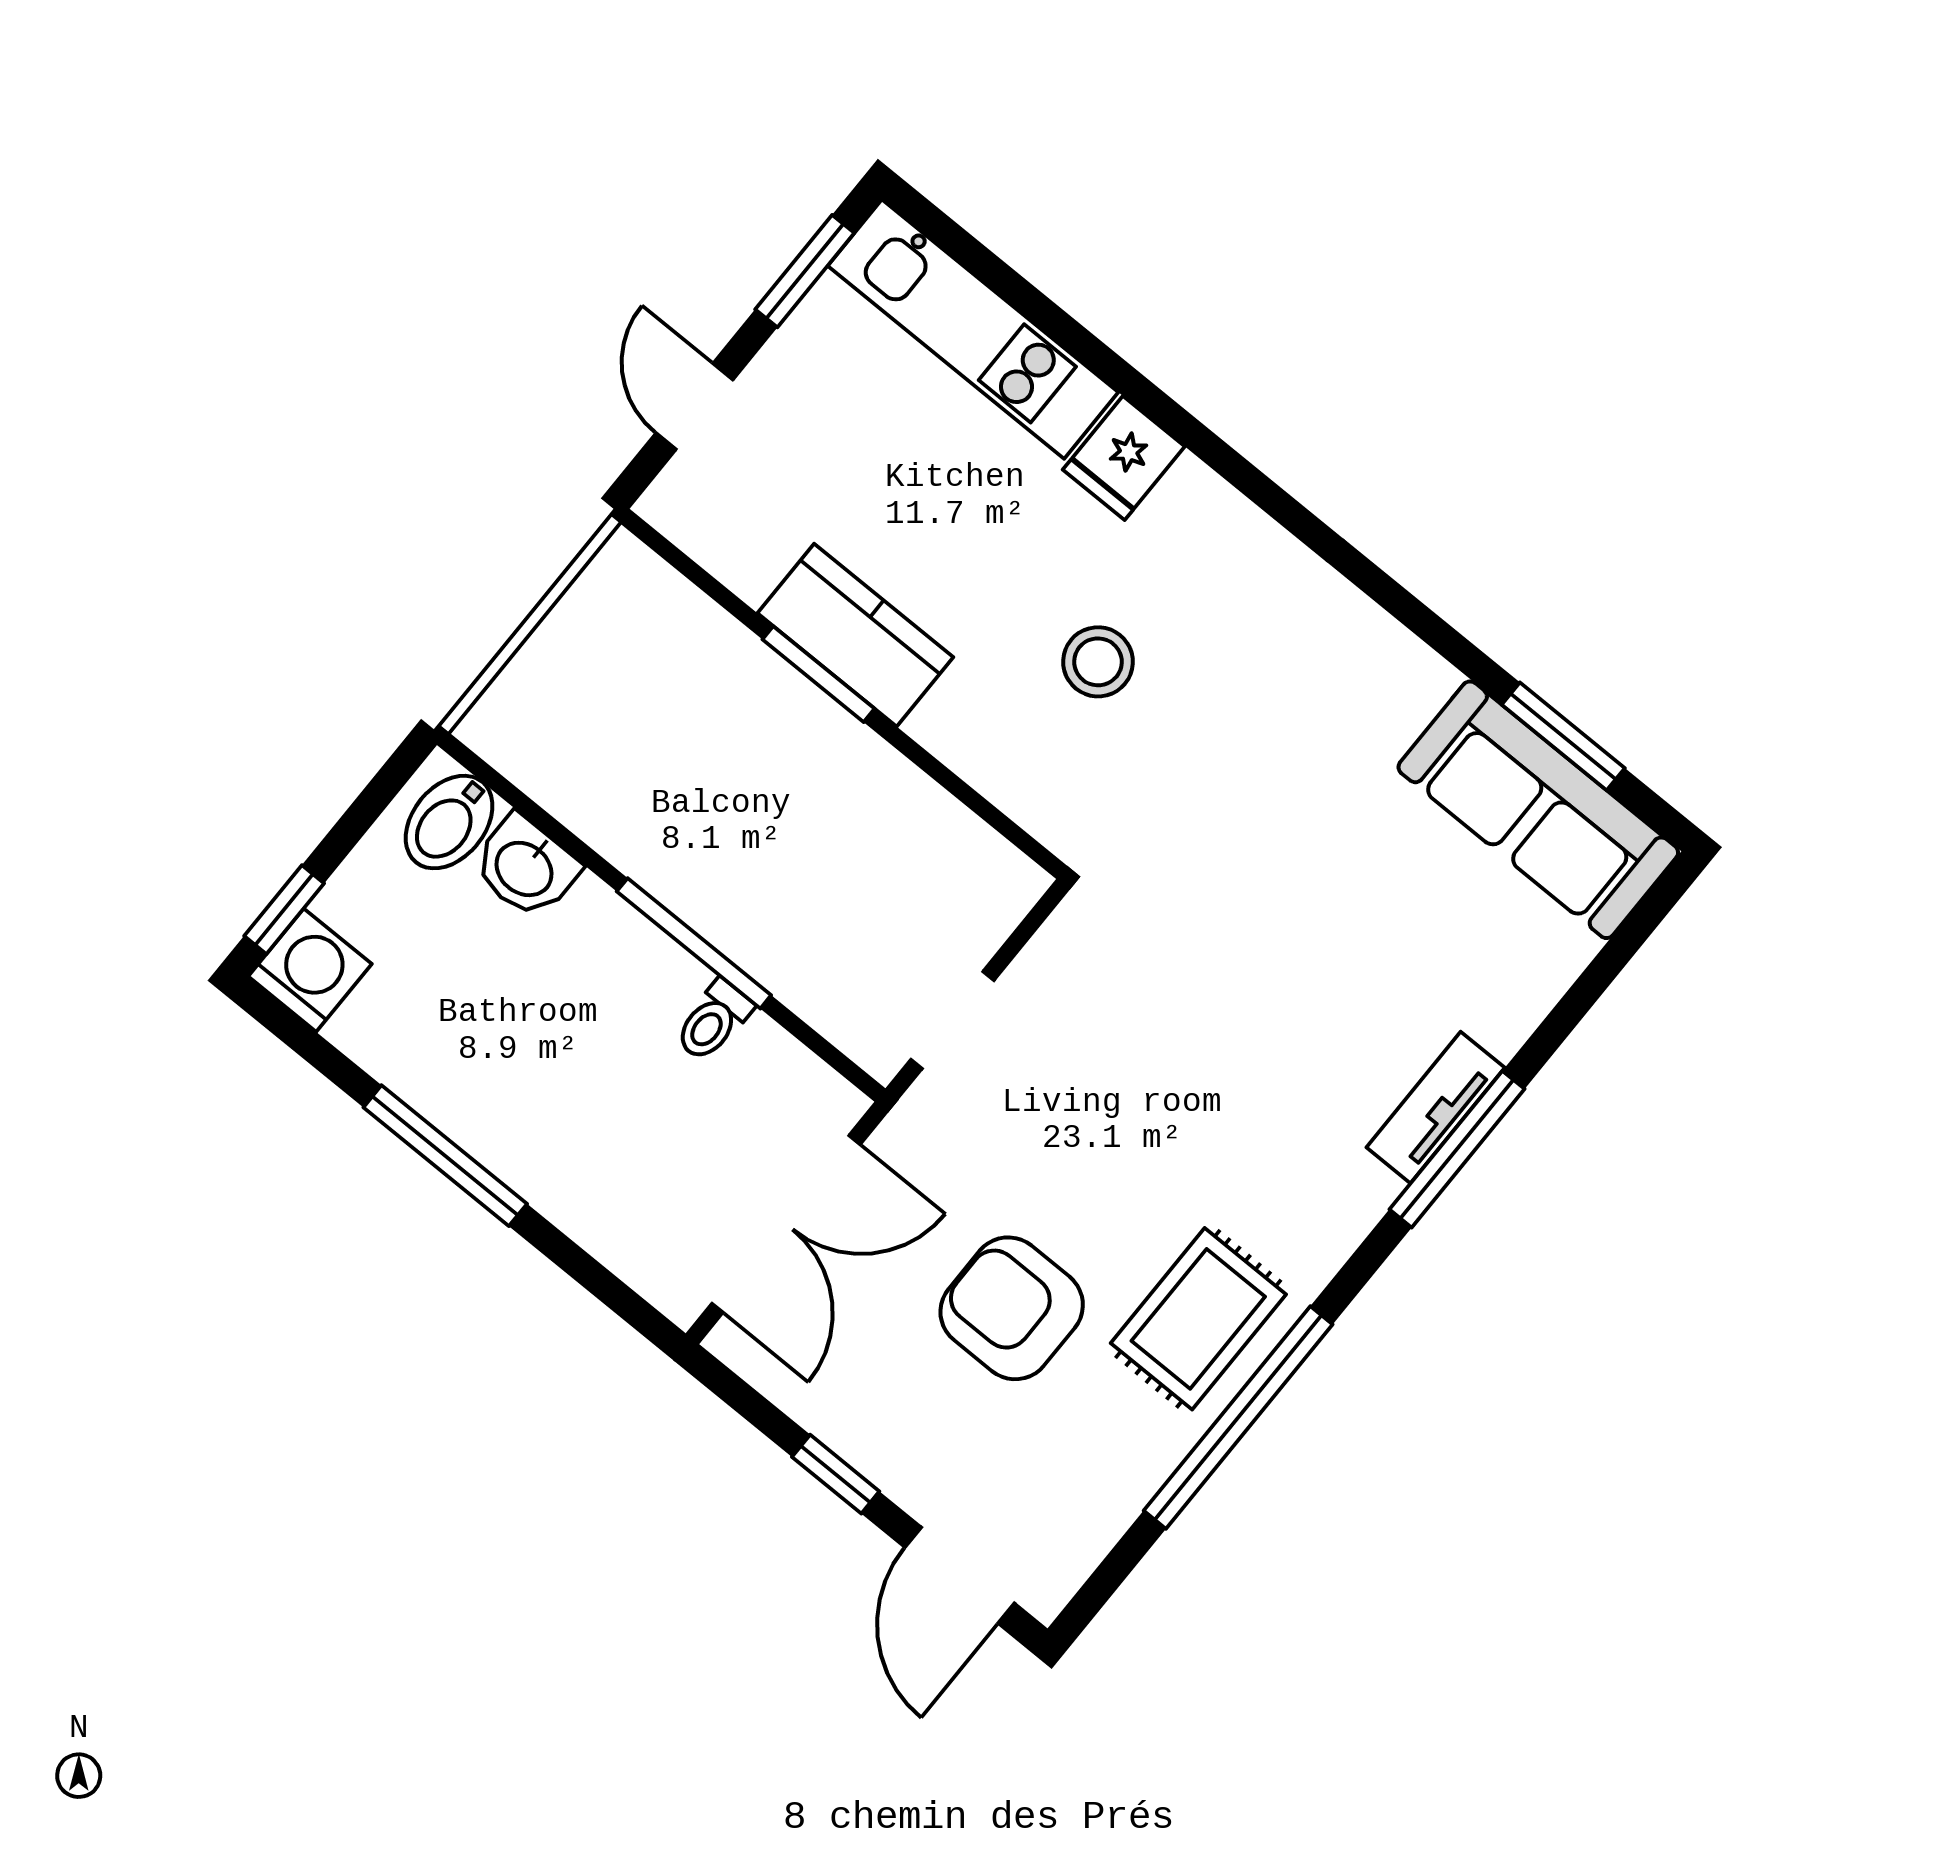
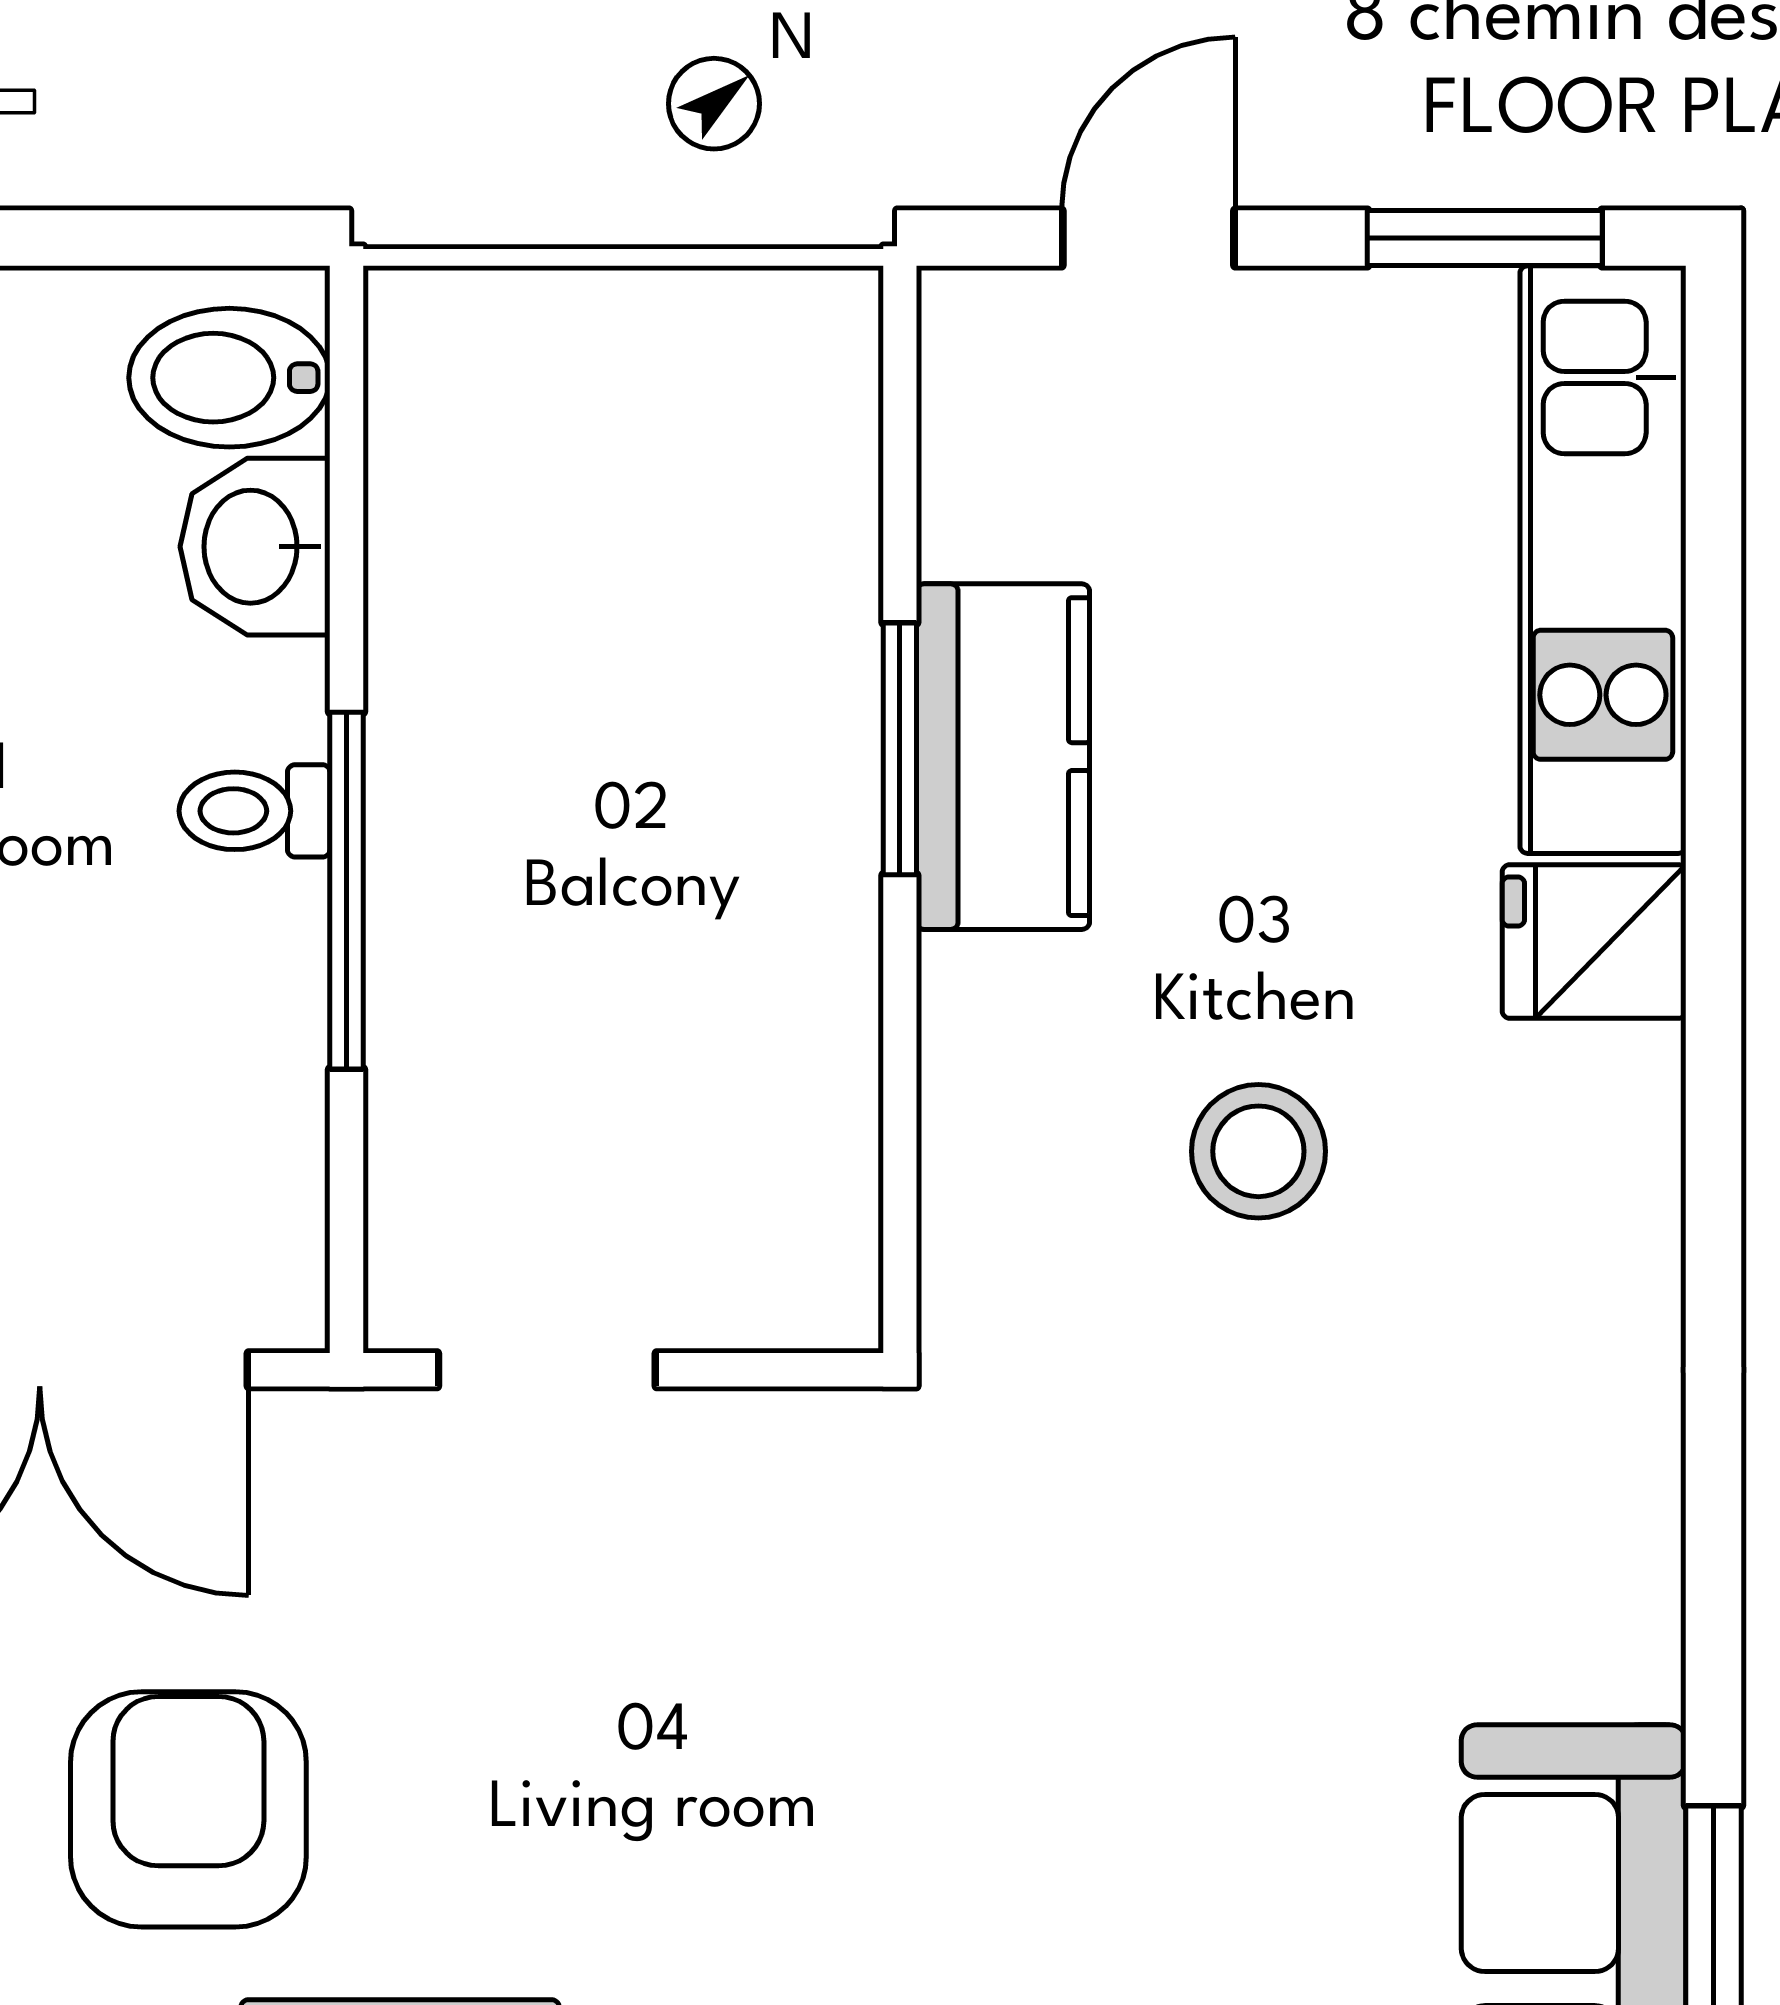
toilet: (713, 1021) -> (254, 811), moved

